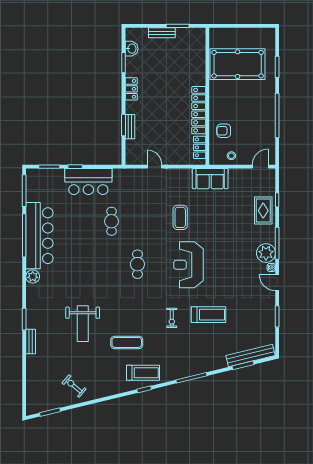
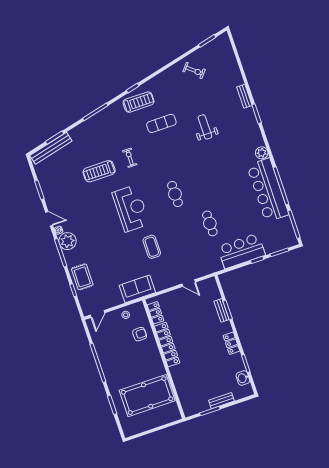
weight bench: (83, 324) -> (205, 127), width x0.73, depth x0.75
treadmill: (143, 373) -> (139, 102), turned 180

